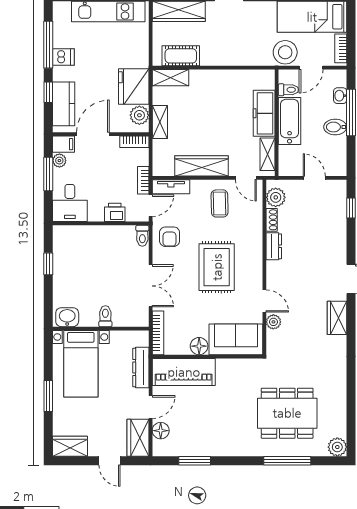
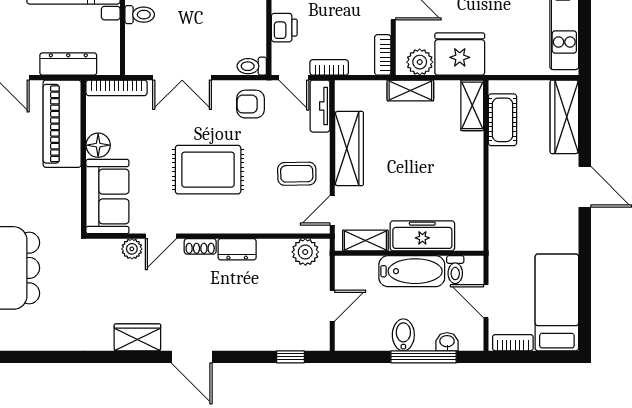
stool: (285, 52) -> (507, 265), removed
shoe rack: (272, 220) -> (200, 246), moved

